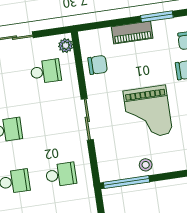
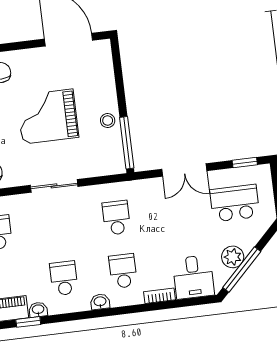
grand piano: (148, 112) -> (48, 117), turned 180

